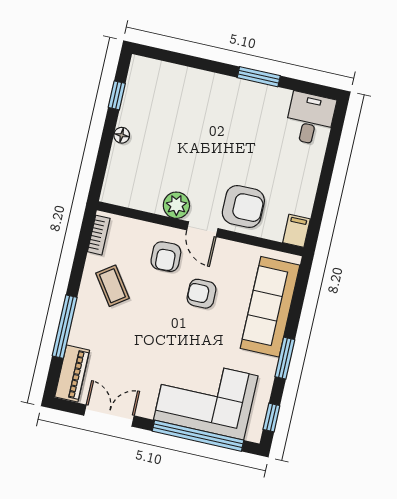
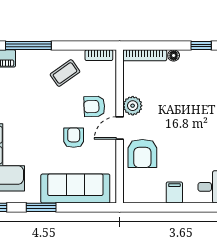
bookcase: (113, 174) -> (145, 55), added
filing cabinet: (296, 231) -> (174, 193), moved, turned -90

